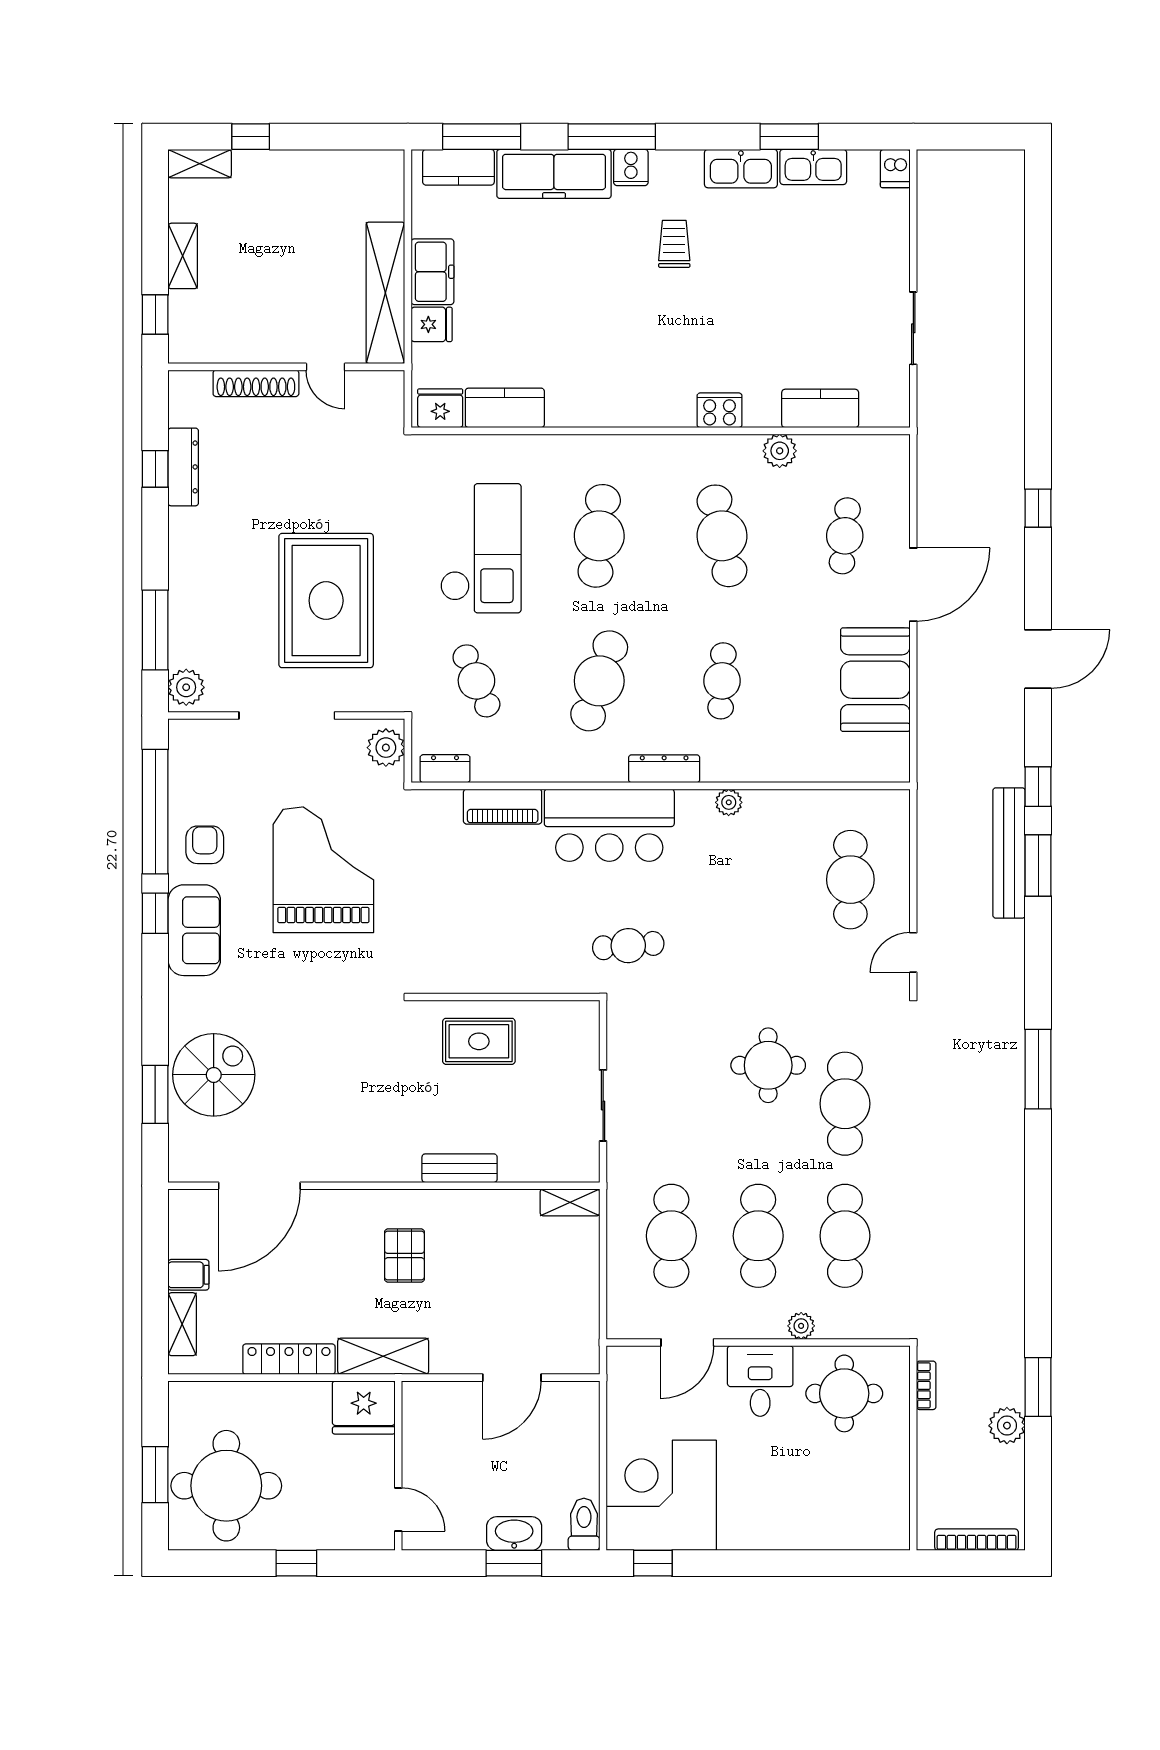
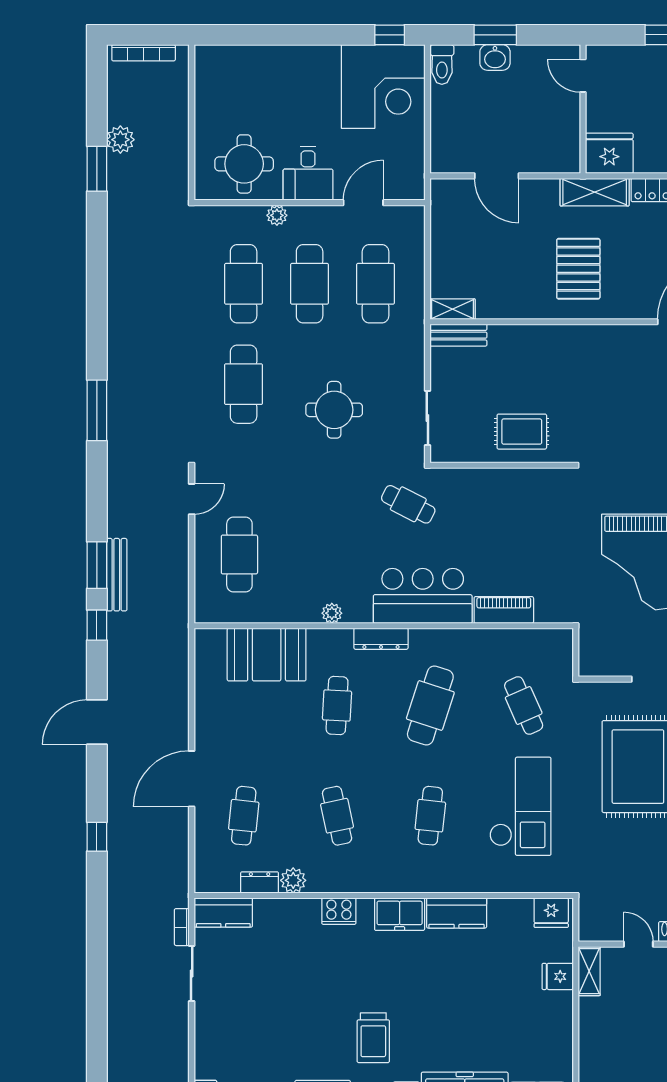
trolley: (674, 244) -> (373, 1038), width x1.36, depth x1.39
freezer: (432, 272) -> (400, 914), moved, turned -90
shelving: (385, 293) -> (589, 971), width x0.45, depth x0.75
kitchen counter: (505, 408) -> (457, 913), moved
kitchen counter: (820, 408) -> (223, 913), moved
cafe table: (599, 536) -> (430, 816), width x0.73, depth x0.74
cafe table: (722, 536) -> (337, 816), width x0.73, depth x0.74
checkout: (481, 548) -> (520, 806), turned 180
booth: (875, 680) -> (267, 655), moved, turned 90
plant: (386, 748) -> (592, 655), removed
dresser: (445, 769) -> (260, 882), moved, turned 180
bench: (1009, 853) -> (117, 575), width x0.73, depth x0.82
cafe table: (628, 946) -> (408, 504), turned 32
round table: (768, 1065) -> (334, 410), moved
sliding door: (603, 1105) -> (427, 418), moved
bench: (460, 1168) -> (458, 335), moved
pallet: (404, 1256) -> (578, 269), width x1.50, depth x1.42
door: (512, 1378) -> (497, 176), swing flipped
bookcase: (926, 1385) -> (182, 927), moved
washbasin: (514, 1534) -> (495, 57), width x0.72

